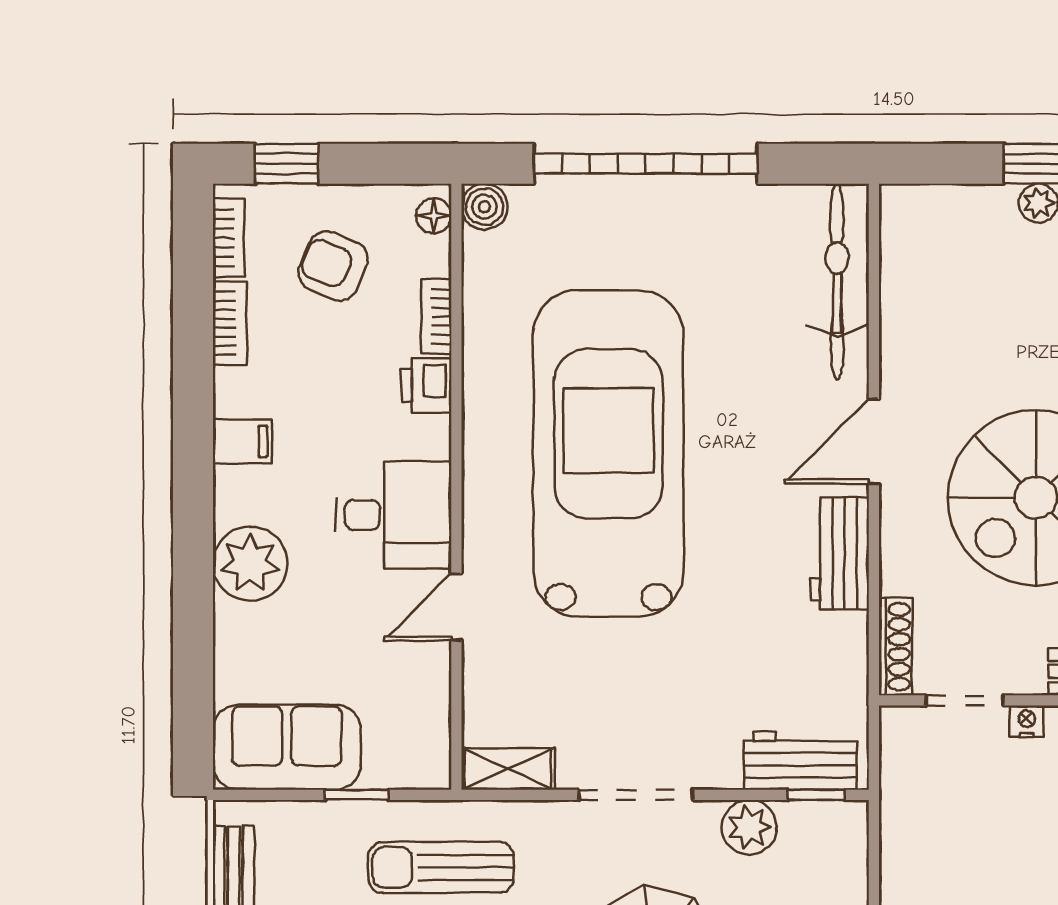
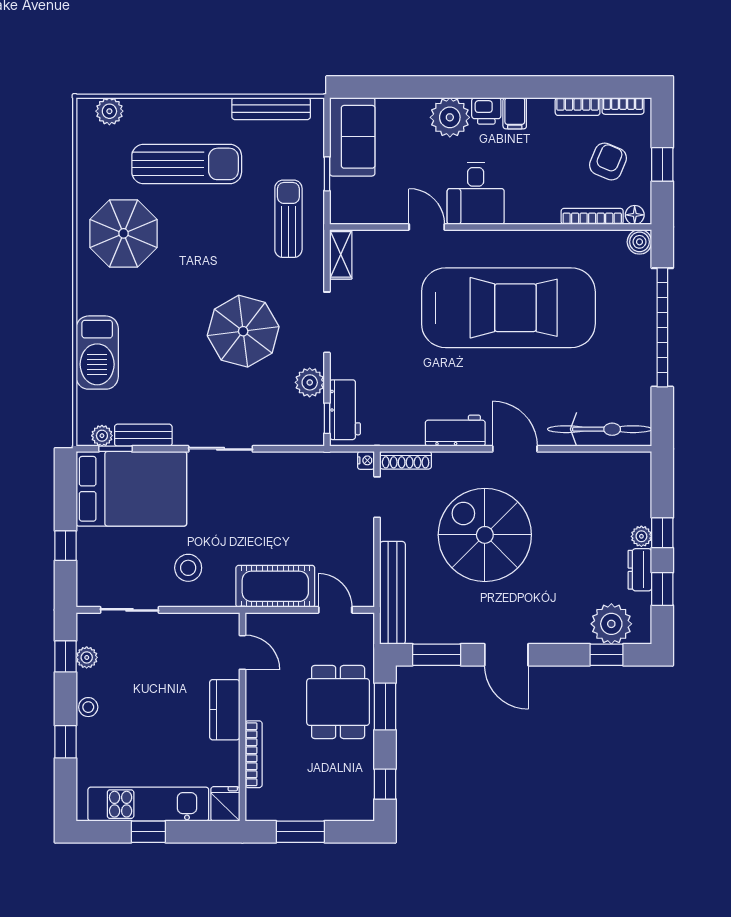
window: (287, 164) -> (662, 164), moved
bookcase: (436, 317) -> (592, 216), width x1.56
printer: (427, 386) -> (486, 111), moved, turned 180
nightstand: (1027, 721) -> (366, 460), moved

